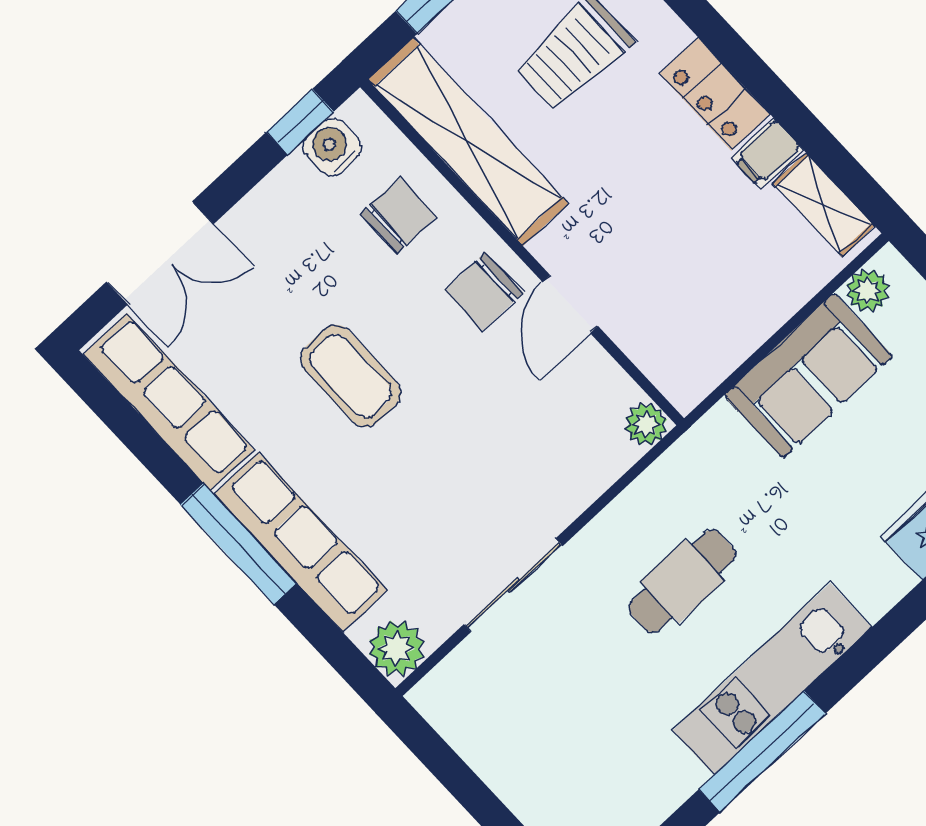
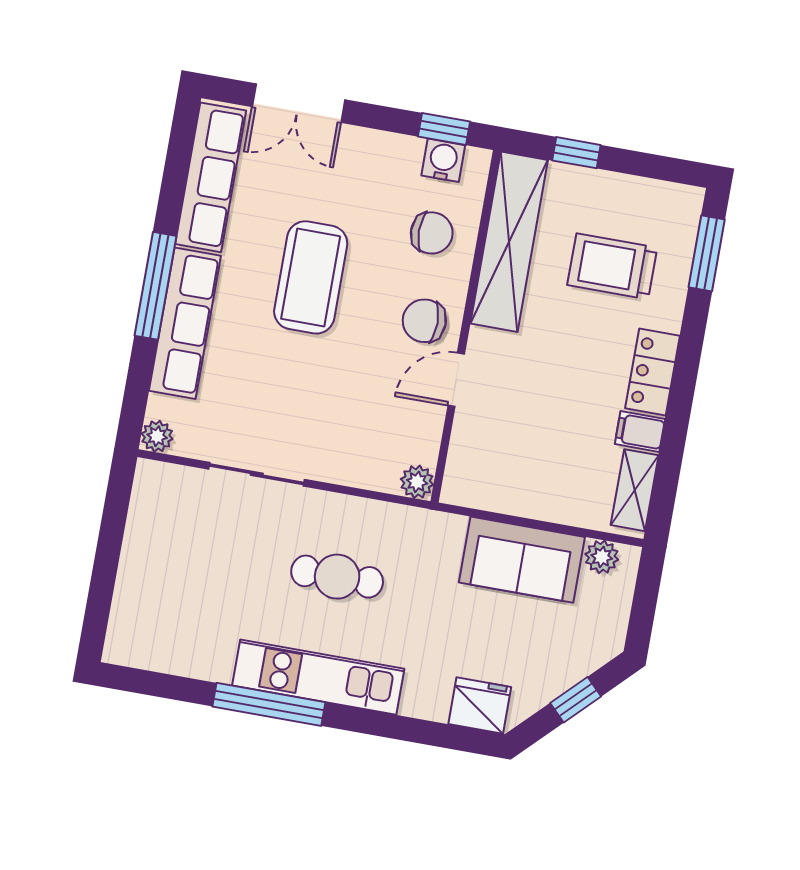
coffee table: (351, 376) -> (311, 277), width x1.36, depth x1.32
plant: (397, 648) -> (157, 436), width x0.73, depth x0.73

